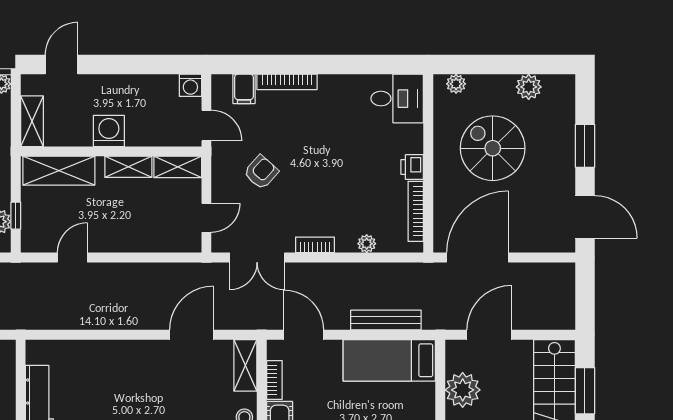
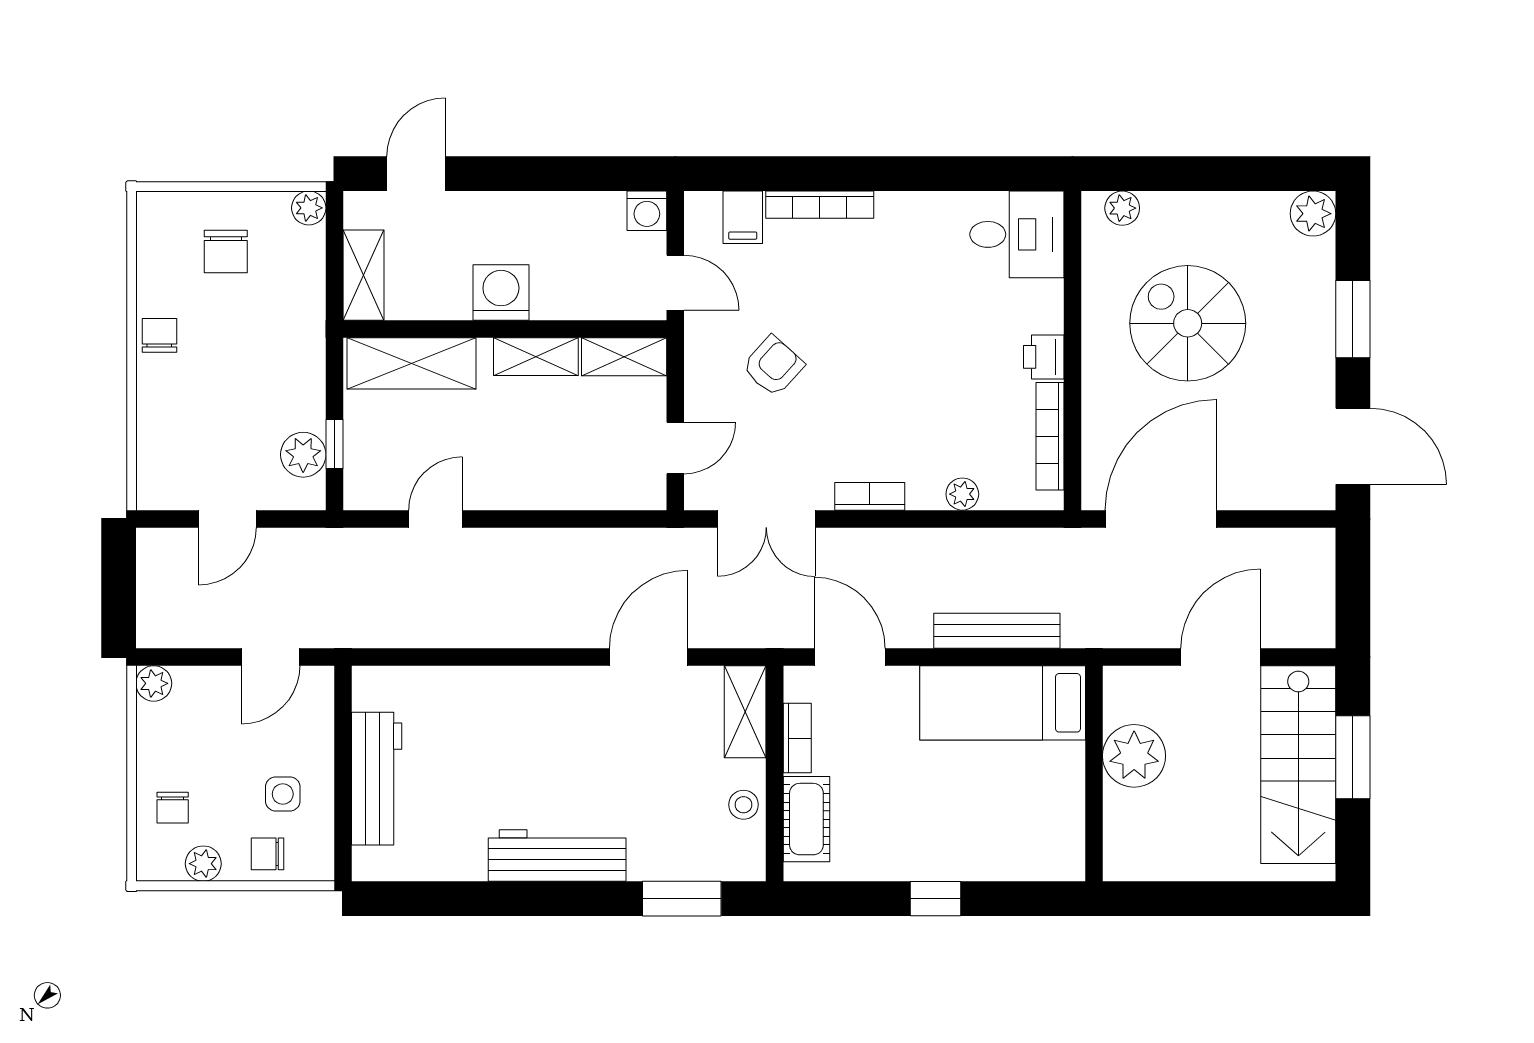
plant: (529, 87) -> (1313, 214), moved
door: (489, 335) -> (1221, 657), moved

